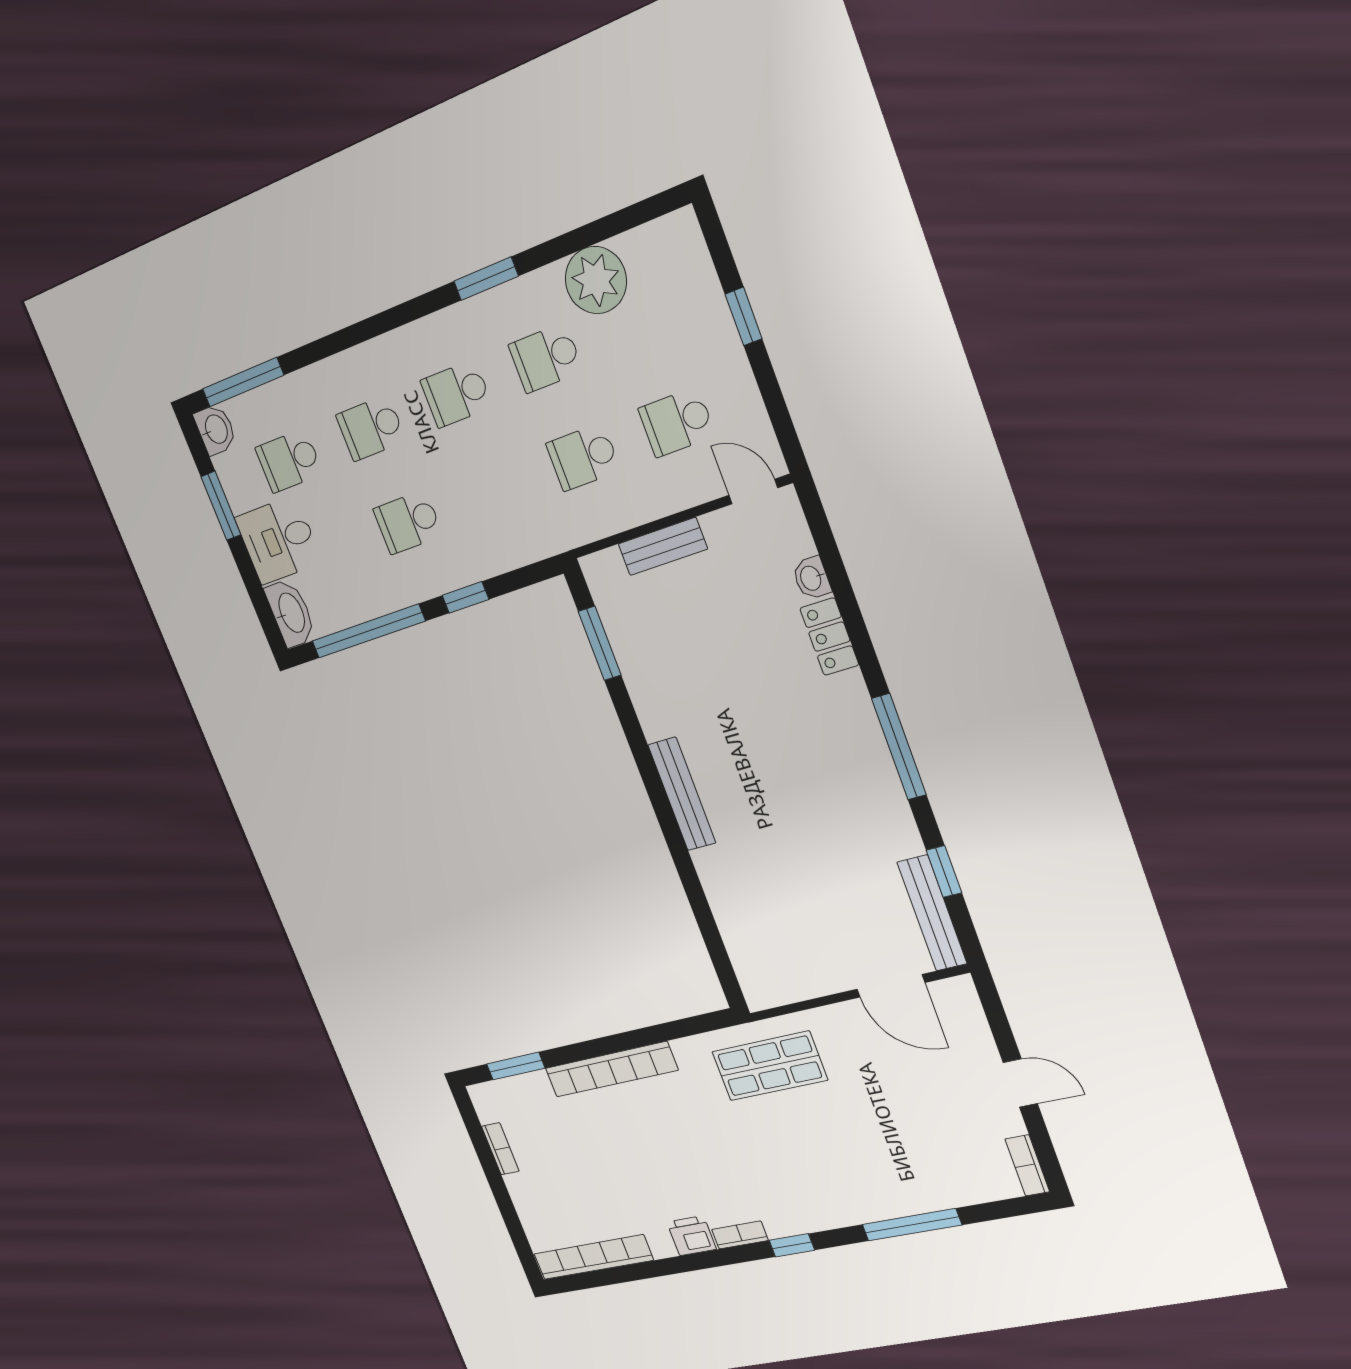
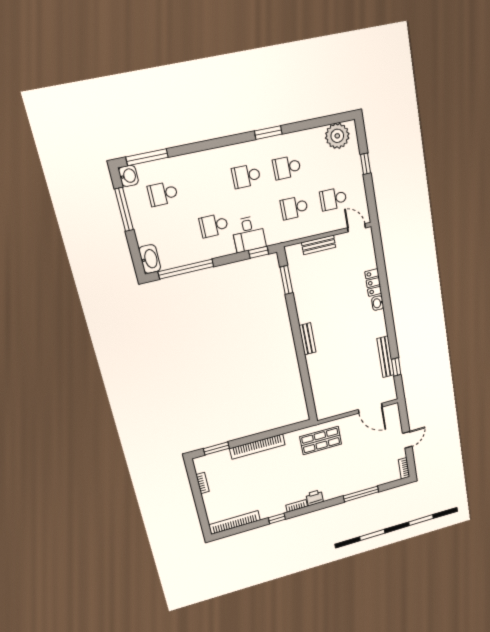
plant: (596, 280) -> (337, 136), moved
school desk: (371, 428) -> (205, 185), removed
window: (221, 506) -> (124, 209), width x1.44
desk: (279, 540) -> (249, 234), moved, turned -90
washbasin: (811, 578) -> (378, 303), moved
window: (465, 597) -> (259, 252), moved
window: (899, 747) -> (390, 323), removed
bench: (682, 794) -> (307, 339), width x0.73
bench: (932, 913) -> (386, 357), moved
door: (1020, 1083) -> (407, 440), hinge flipped
printer: (692, 1236) -> (315, 498), moved
window: (792, 1245) -> (277, 519), moved

